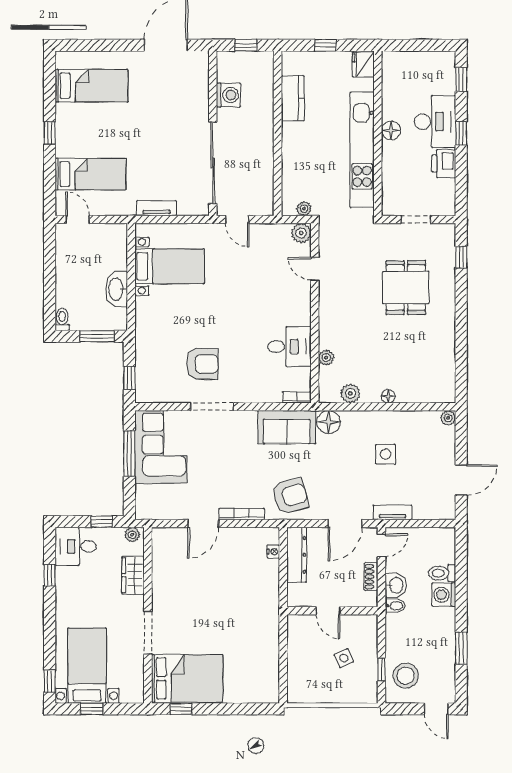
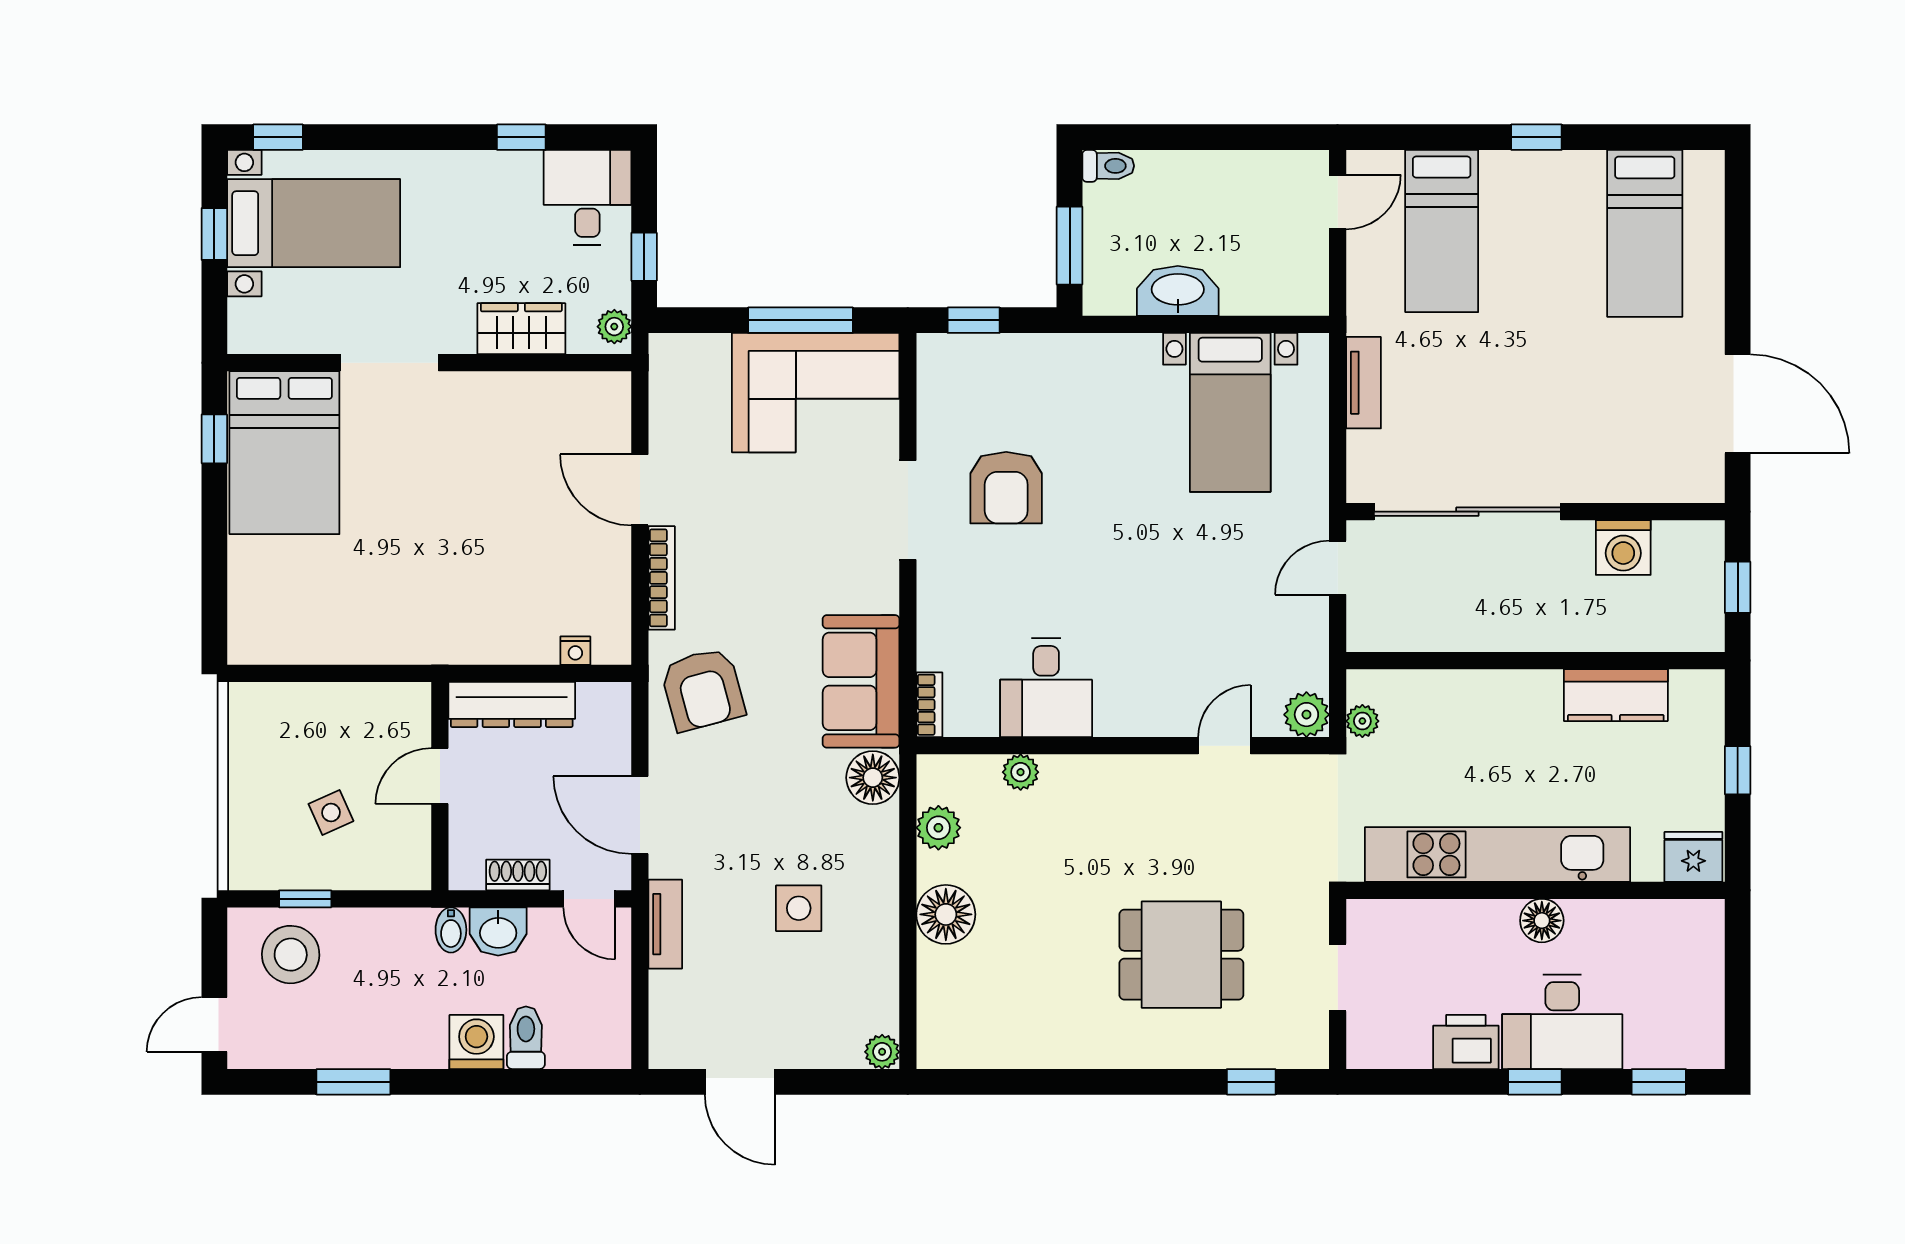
floor lamp: (388, 396) -> (946, 914), width x1.89, depth x1.89
dresser: (297, 555) -> (512, 704), moved

